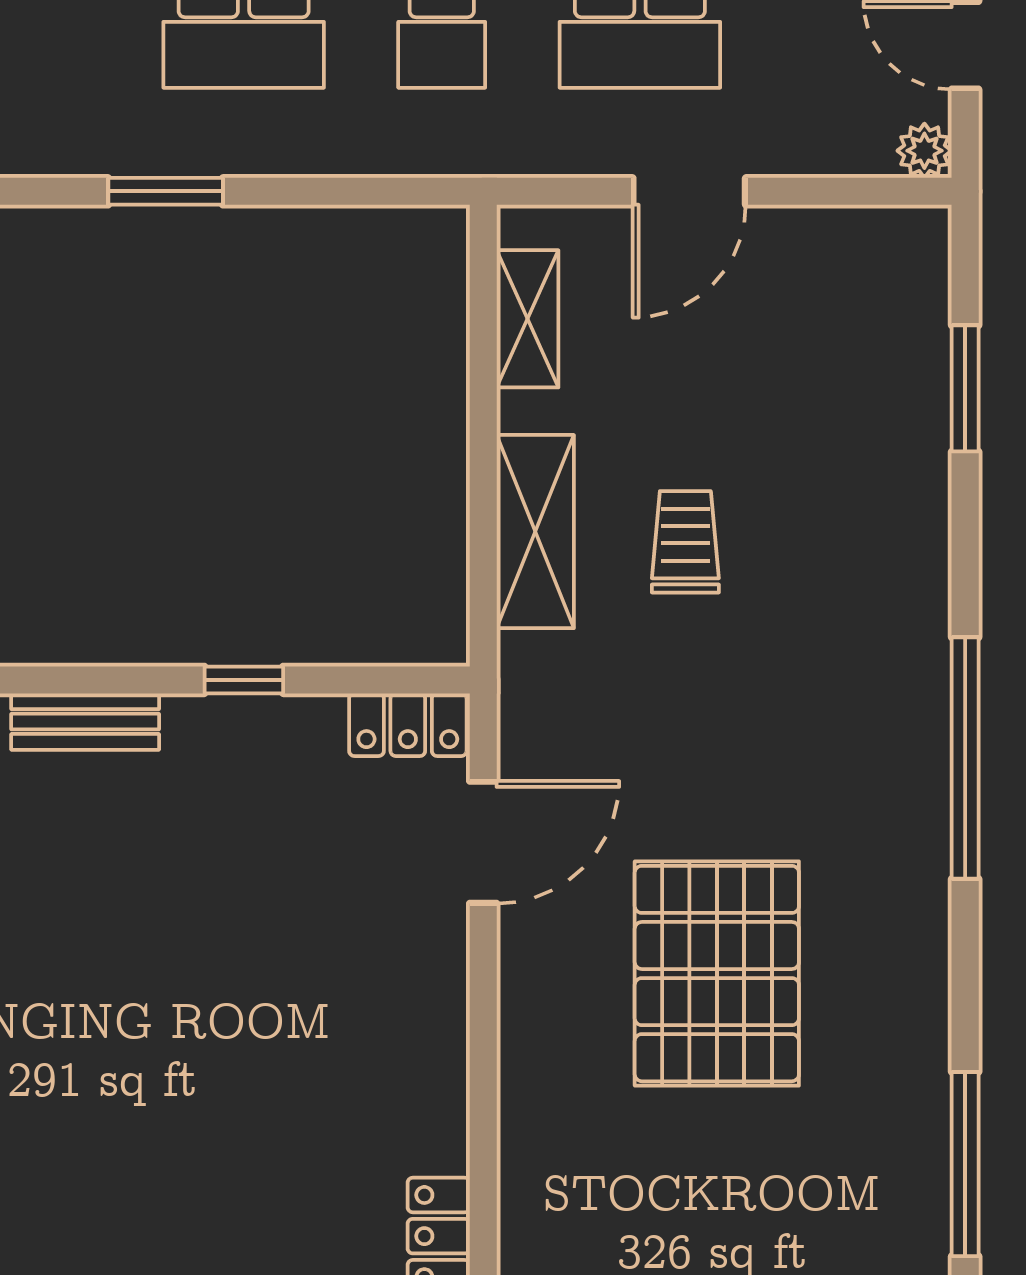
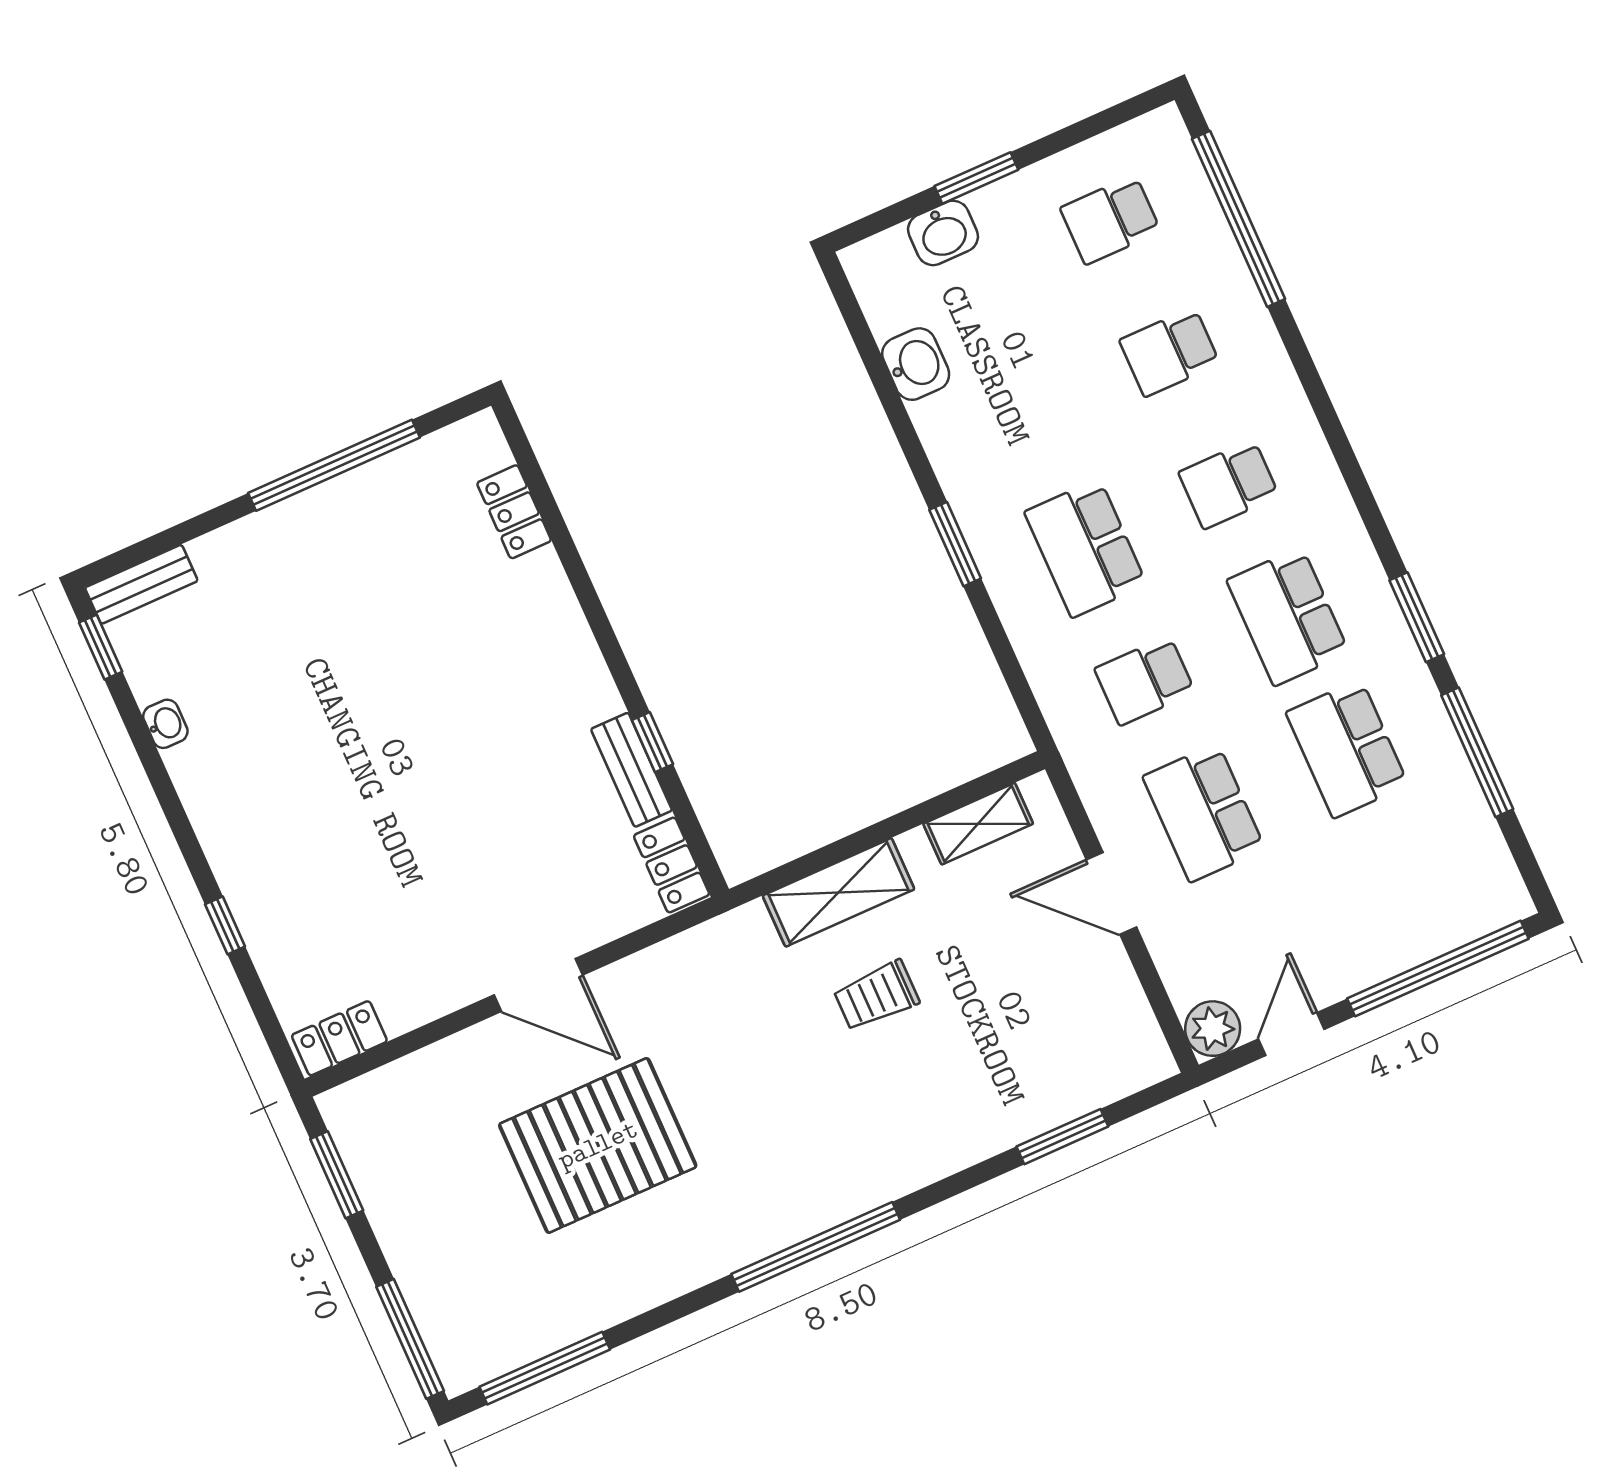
plant: (924, 151) -> (1213, 1029), width x1.38, depth x1.38
trolley: (685, 542) -> (876, 996), turned 180
bench: (85, 722) -> (631, 770), moved
door: (483, 842) -> (538, 985), moved

